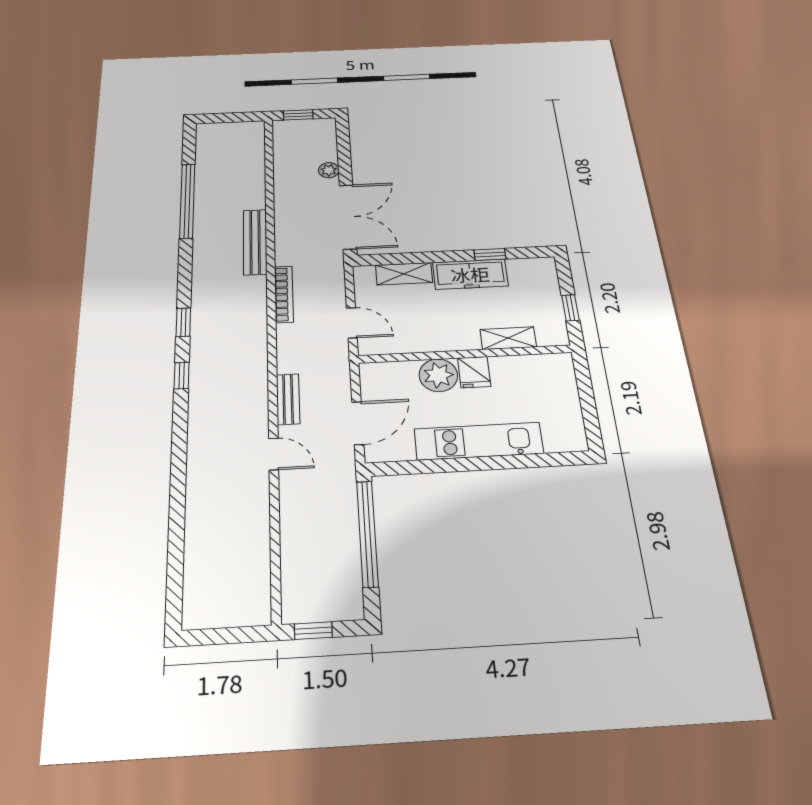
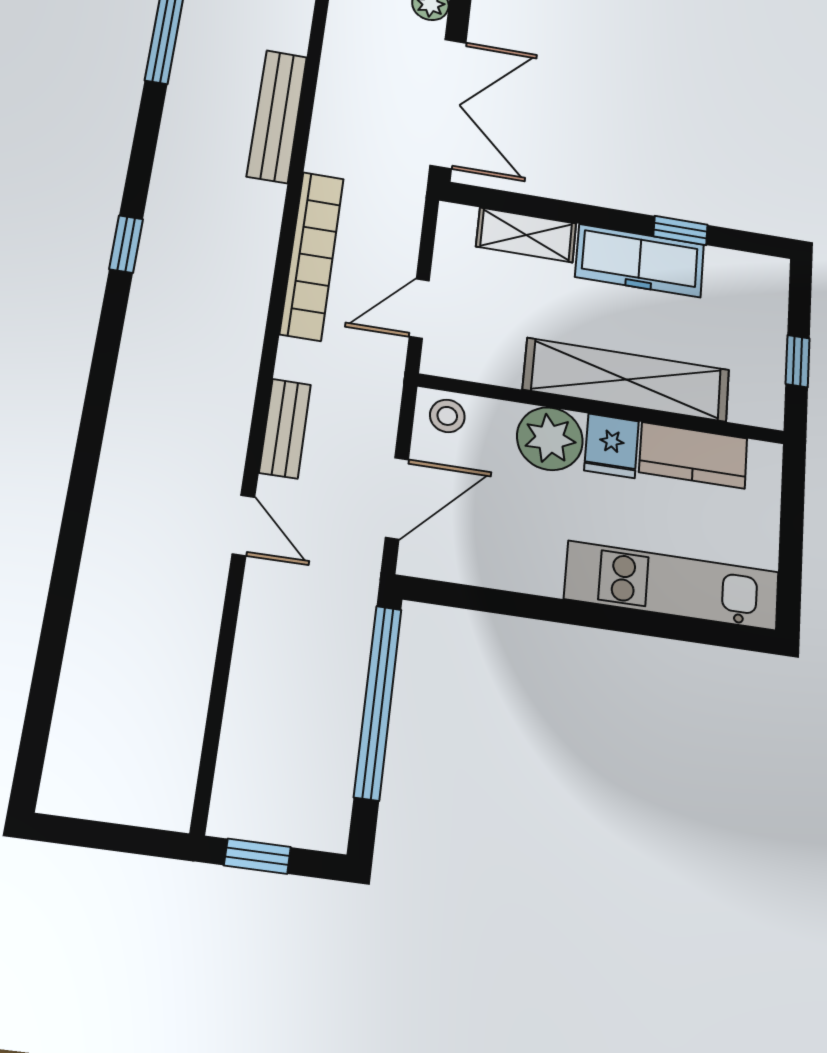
bookcase: (284, 294) -> (312, 255), width x1.48, depth x1.31
door: (352, 323) -> (419, 309), swing flipped
shelving: (508, 338) -> (627, 380), width x2.20, depth x1.33
kitchen counter: (522, 368) -> (693, 455), added
stool: (378, 375) -> (447, 416), added
window: (182, 376) -> (107, 345), removed
kitchen unit: (479, 441) -> (672, 585), moved

